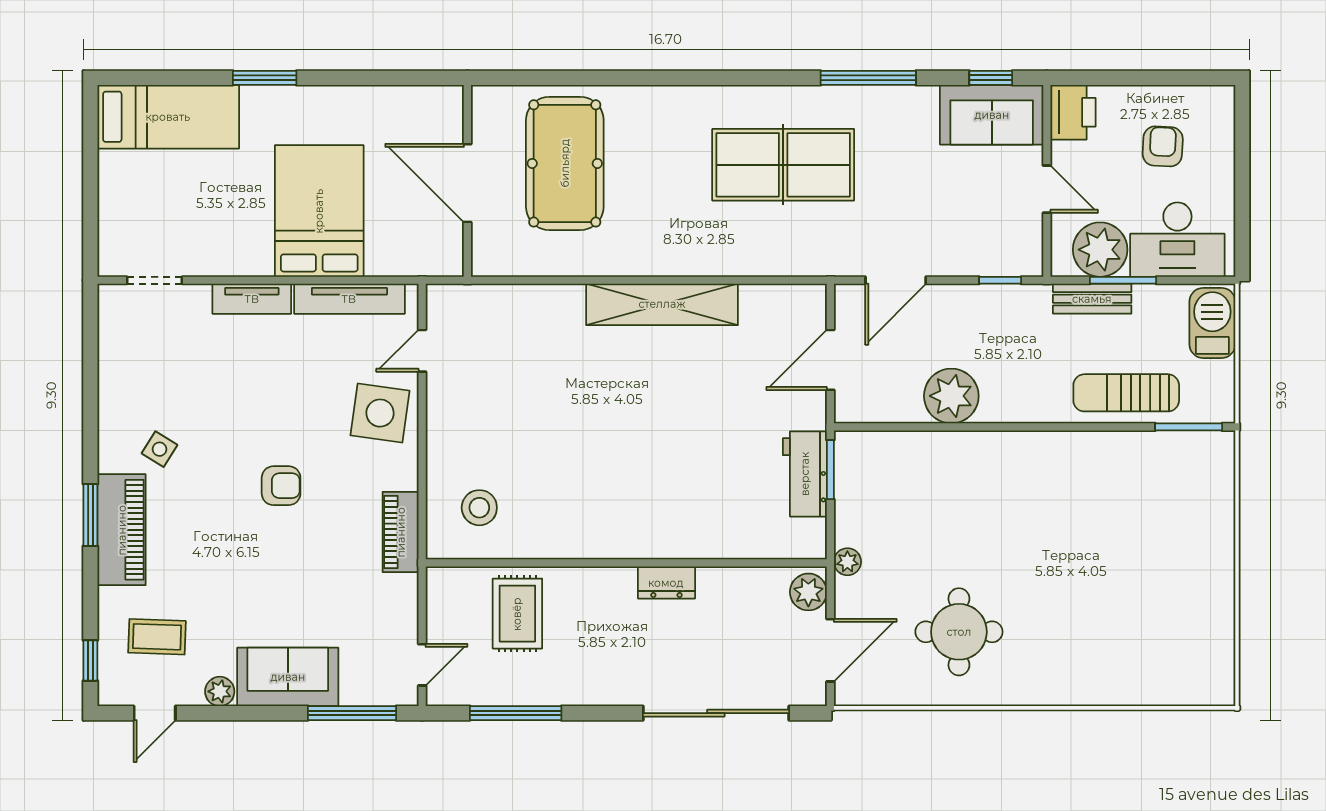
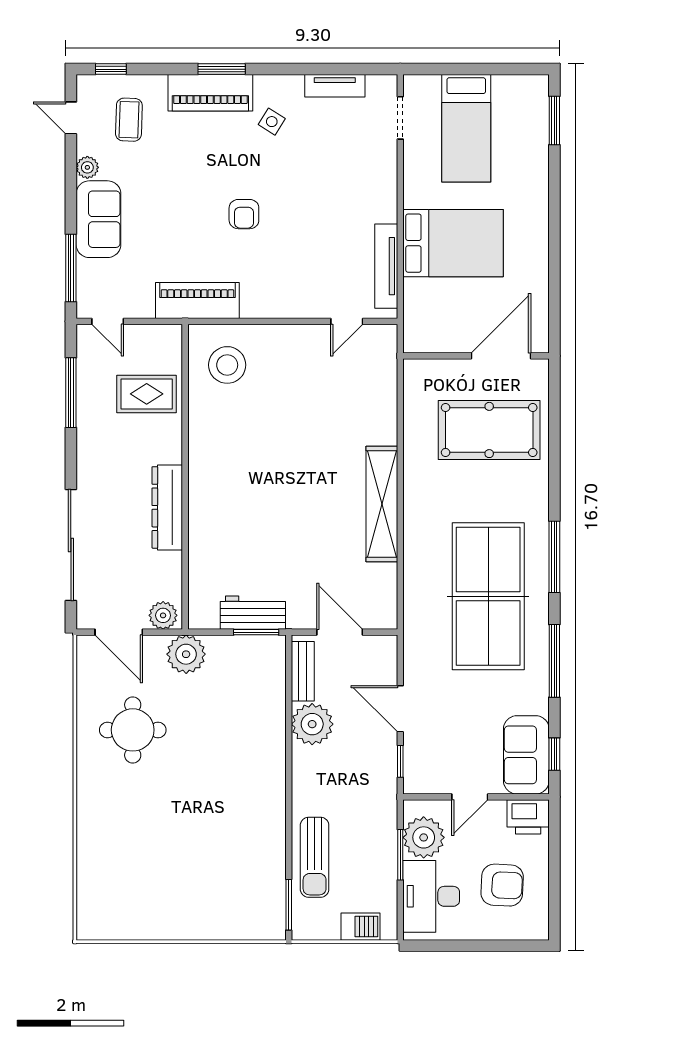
window: (265, 78) -> (554, 120), moved
window: (731, 78) -> (554, 557), added
bed: (168, 117) -> (466, 128), moved
armchair: (1163, 146) -> (502, 885), width x1.38, depth x1.38
table tennis table: (783, 165) -> (488, 596), width x1.36, depth x1.32
door: (467, 183) -> (501, 356), moved
door: (896, 280) -> (400, 709), moved
tv unit: (252, 299) -> (335, 86), moved, turned -90
bench: (1092, 299) -> (303, 671), moved
barbecue: (1212, 323) -> (360, 927), width x0.73, depth x0.79
door: (422, 351) -> (347, 321), swing flipped
sun lounger: (1126, 393) -> (315, 857), turned 180
side table: (380, 413) -> (299, 289), removed
stool: (479, 508) -> (227, 365), width x1.38, depth x1.38
piano: (401, 532) -> (197, 301), width x1.37, depth x1.33
plant: (847, 562) -> (186, 654), width x1.87, depth x1.87
dresser: (666, 583) -> (167, 507), width x1.96, depth x1.24

